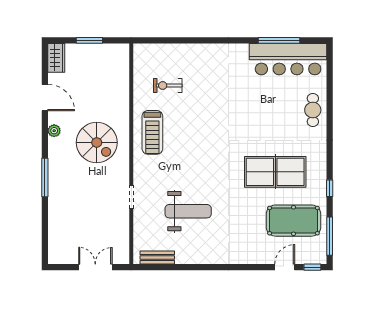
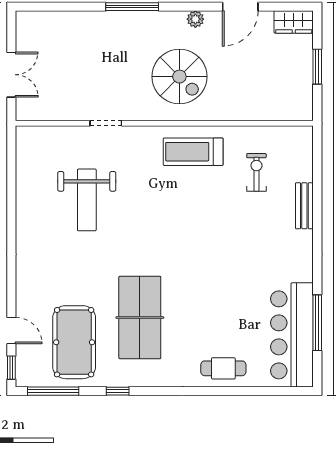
spiral stairs: (97, 143) -> (179, 77), turned -90
bench: (157, 257) -> (304, 206), moved

